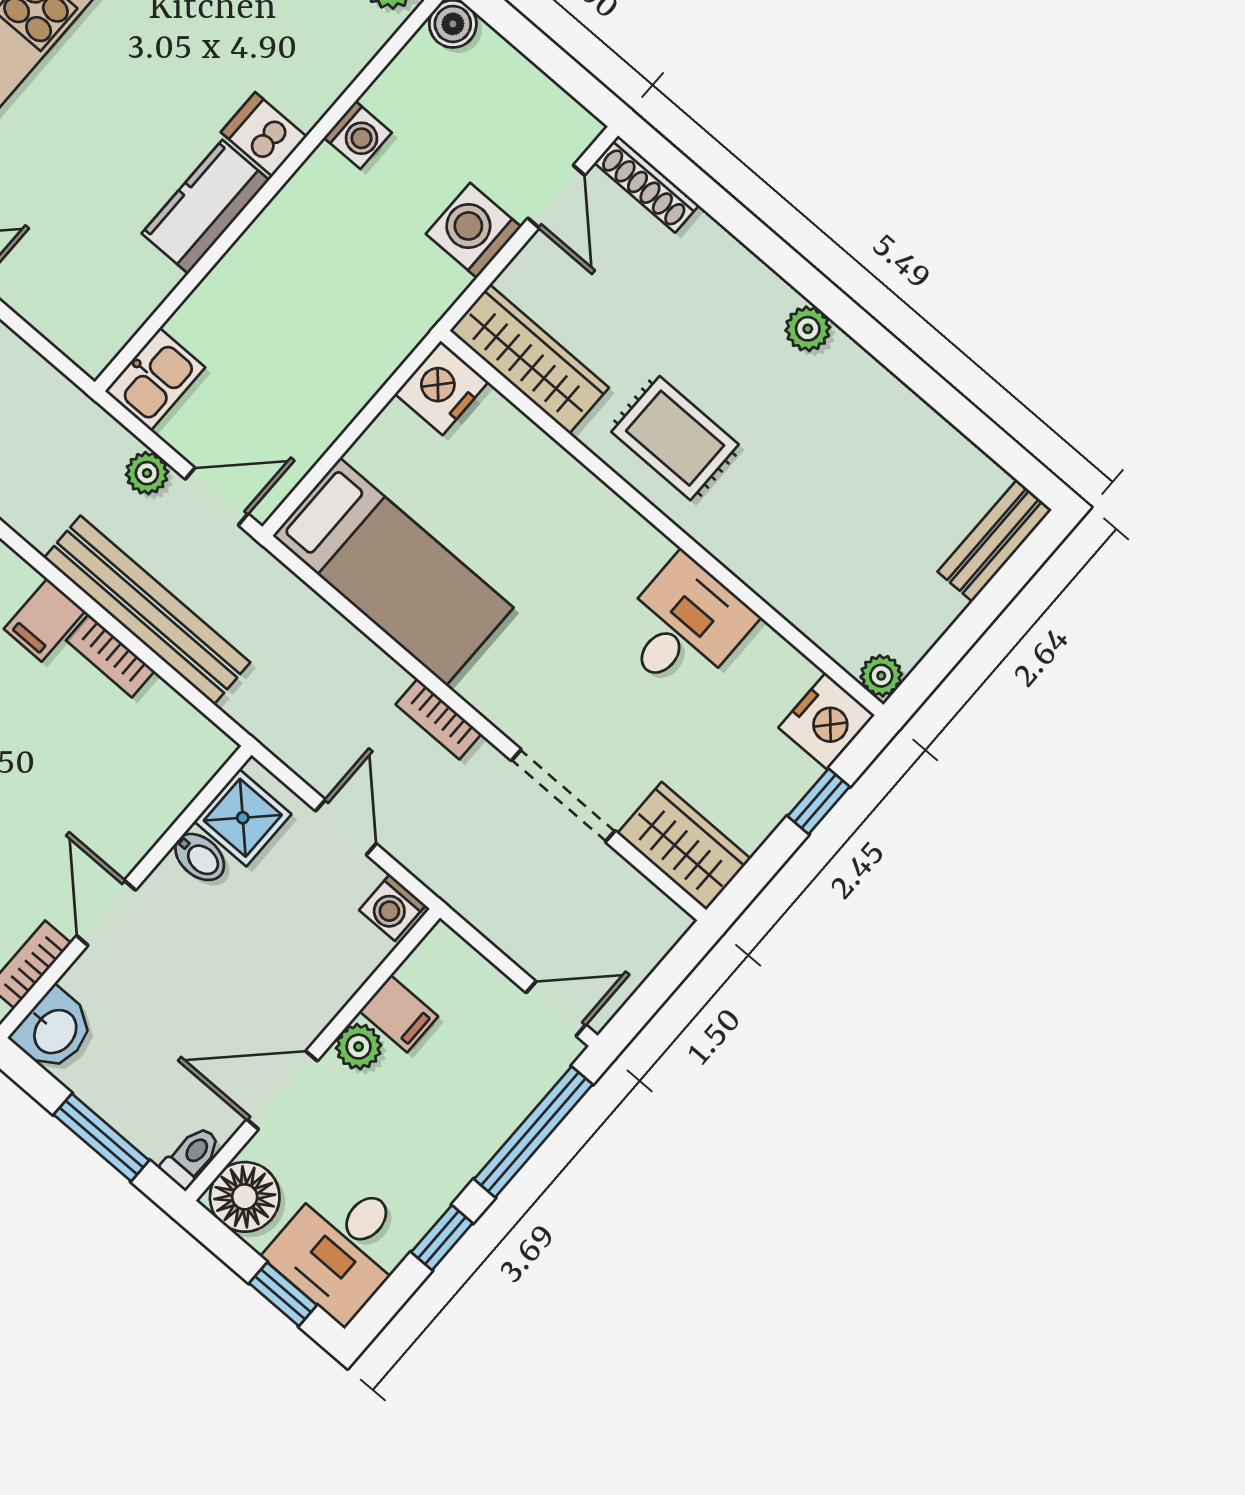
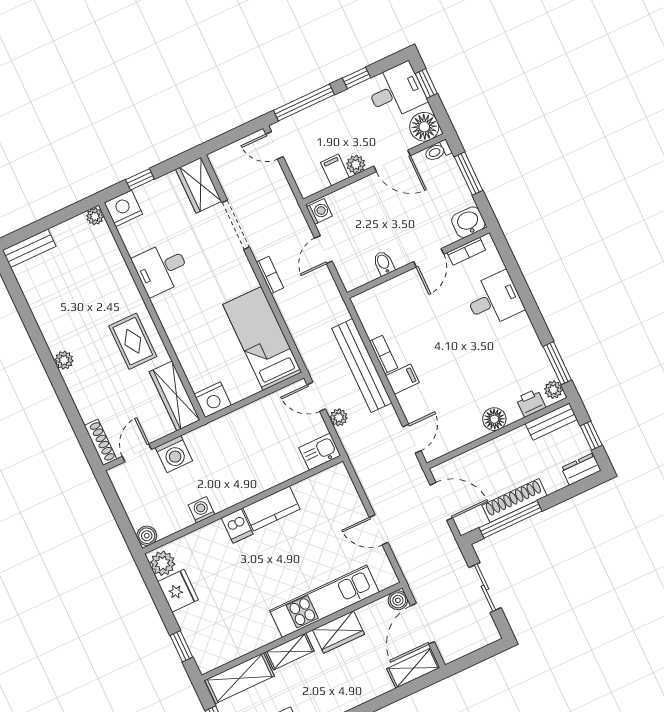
shower: (243, 818) -> (361, 271), removed

